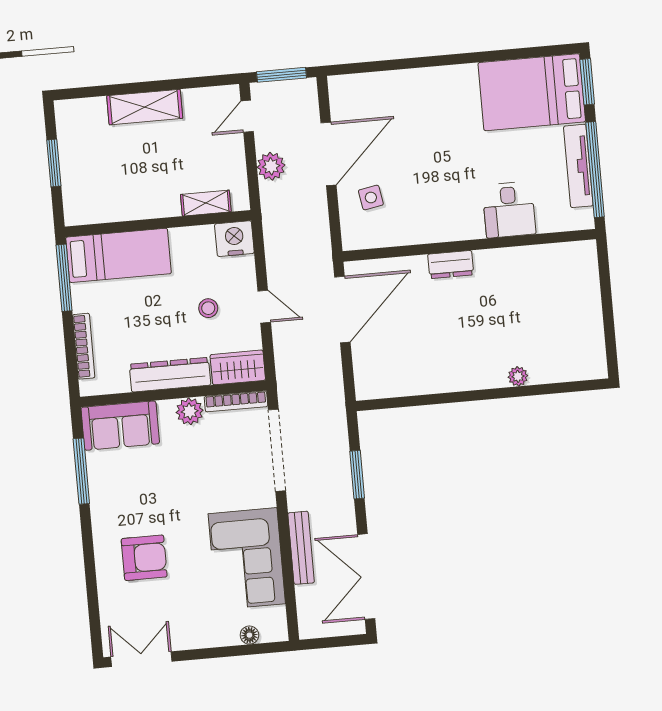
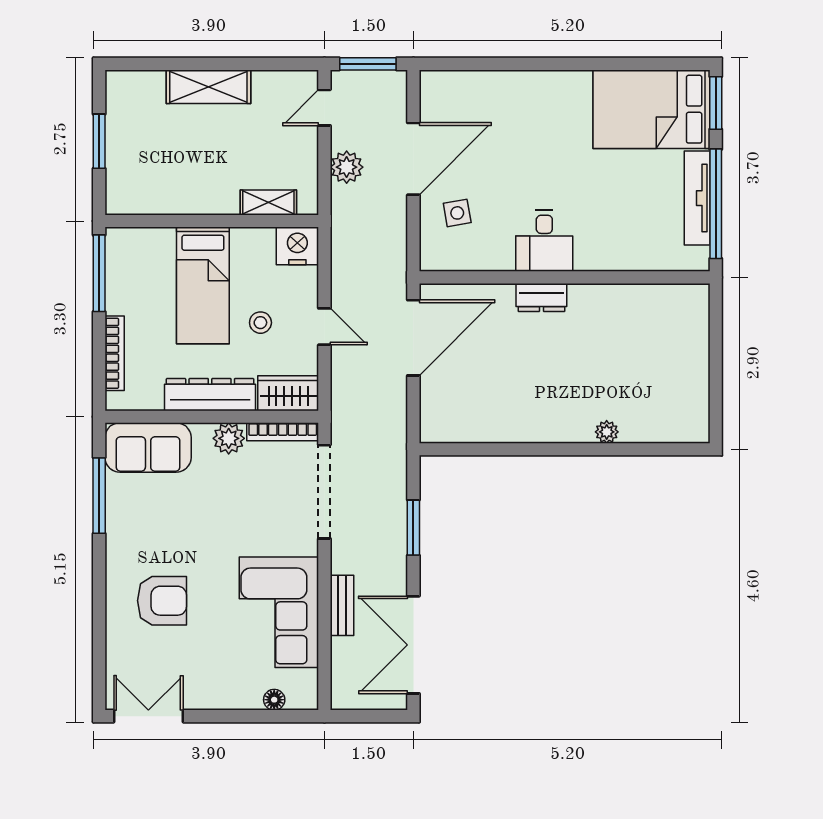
desk: (509, 210) -> (544, 241), moved
bed: (119, 255) -> (203, 285), moved, turned 90
bench: (301, 548) -> (342, 605), width x0.73

